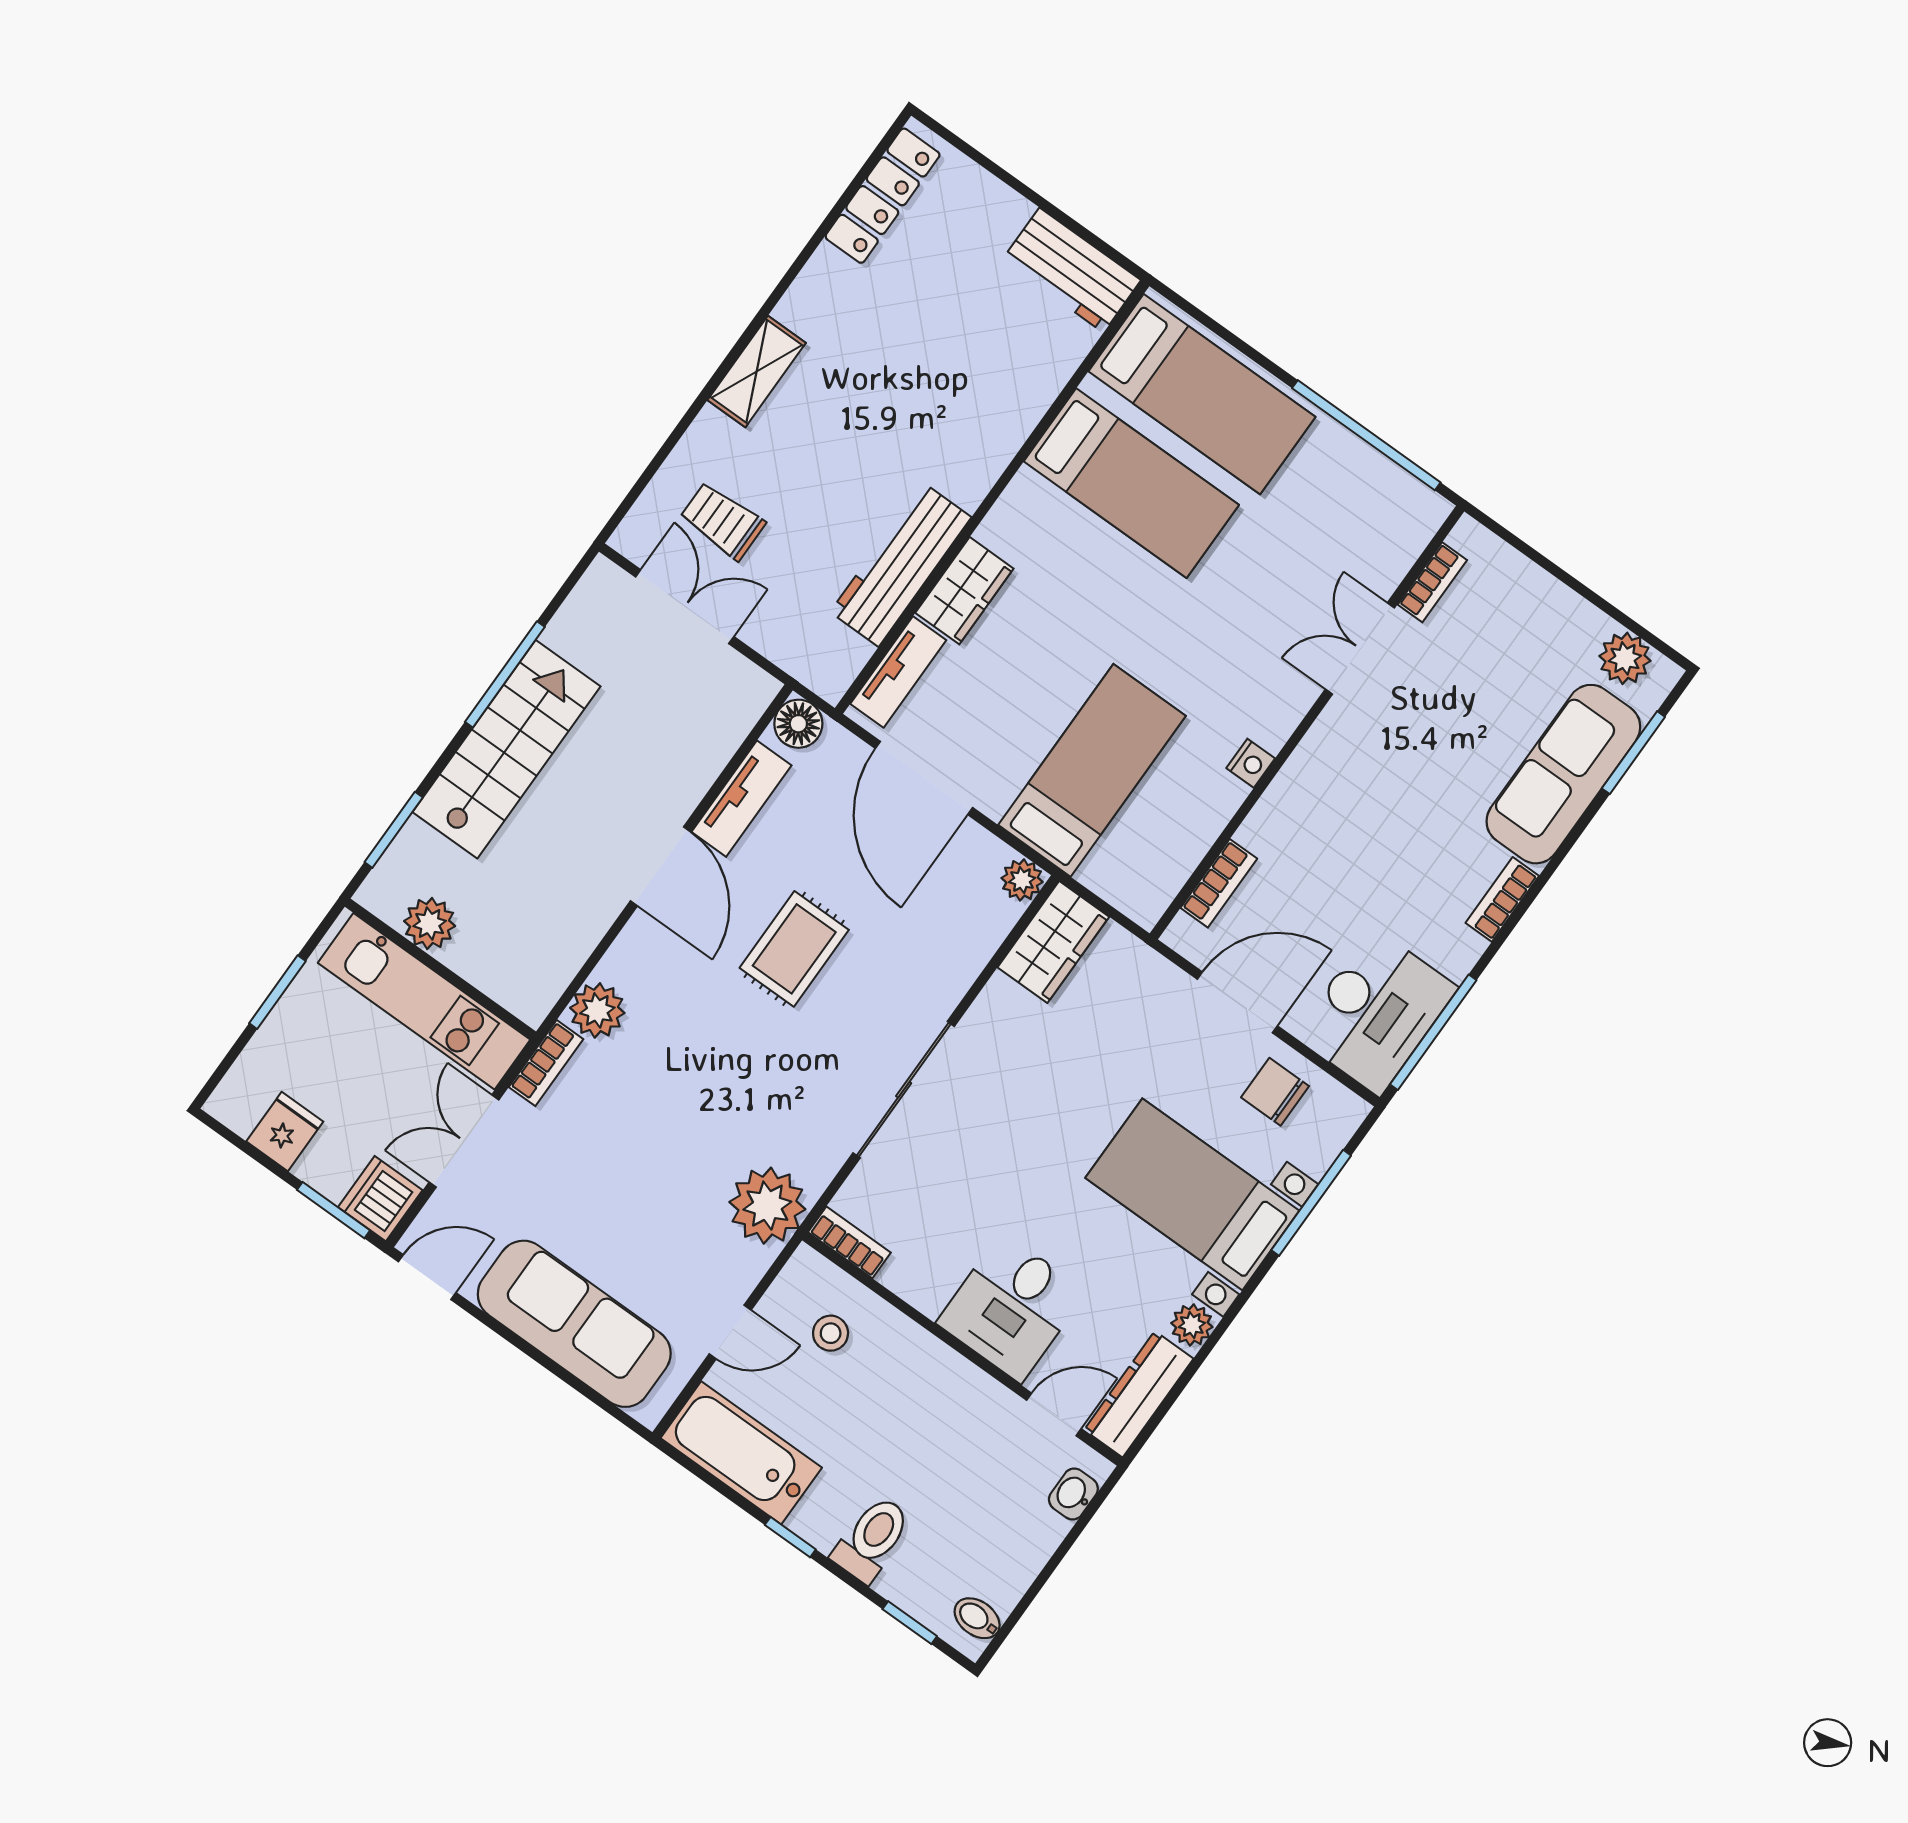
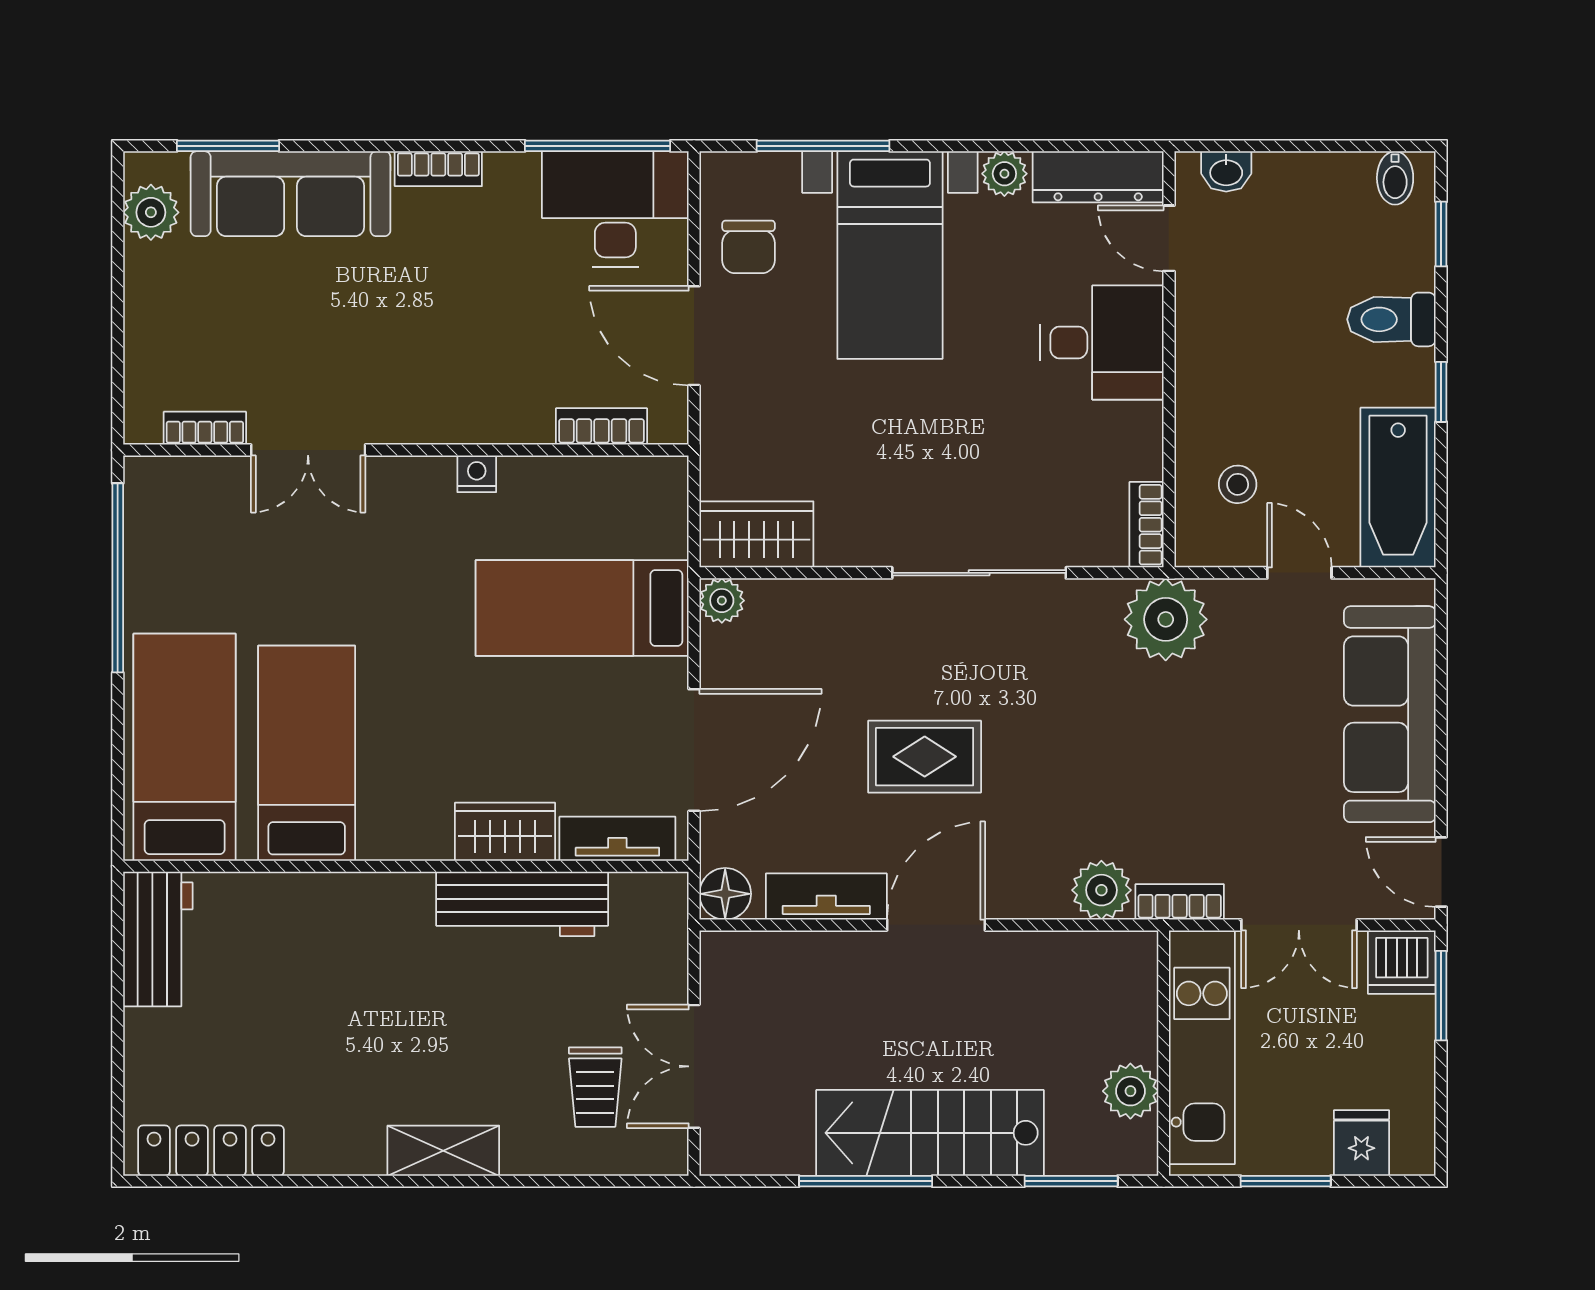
fridge: (285, 1132) -> (1361, 1143), moved, turned 90

